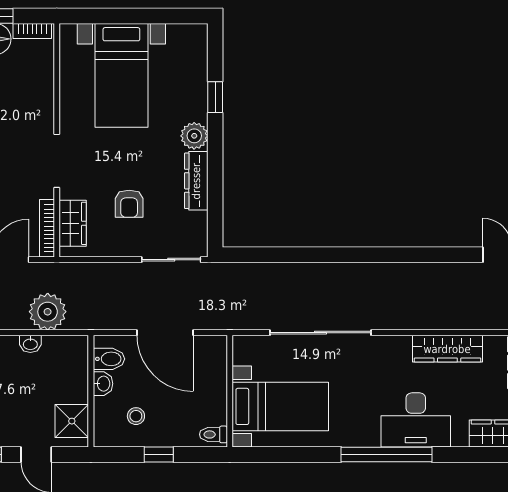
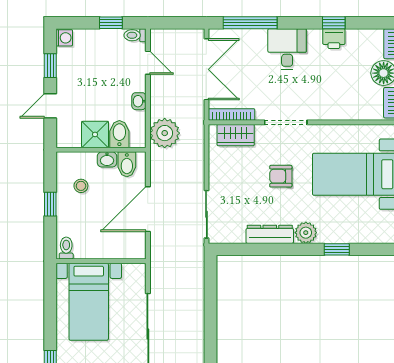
armchair: (129, 204) -> (281, 176), moved
plant: (48, 312) -> (165, 133), moved
bidet: (71, 368) -> (119, 134), added
shower: (72, 421) -> (95, 134), moved

